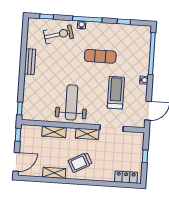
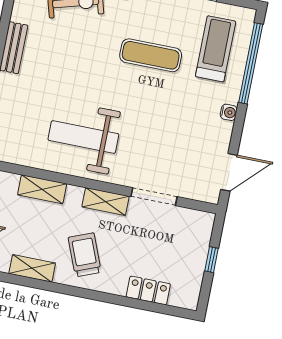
treadmill: (116, 93) -> (216, 49), moved
weight bench: (72, 102) -> (83, 137), turned -90
trolley: (80, 162) -> (85, 255), turned 96
locker: (126, 177) -> (148, 290), moved

